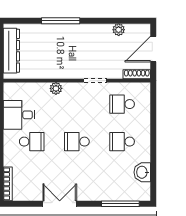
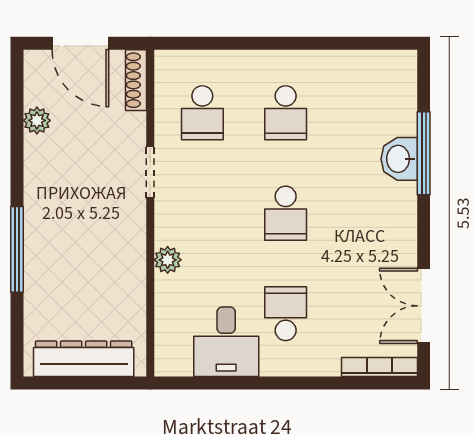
washbasin: (142, 172) -> (399, 159), moved, turned 90
double door: (60, 204) -> (424, 306), moved
window: (120, 204) -> (424, 153), moved

